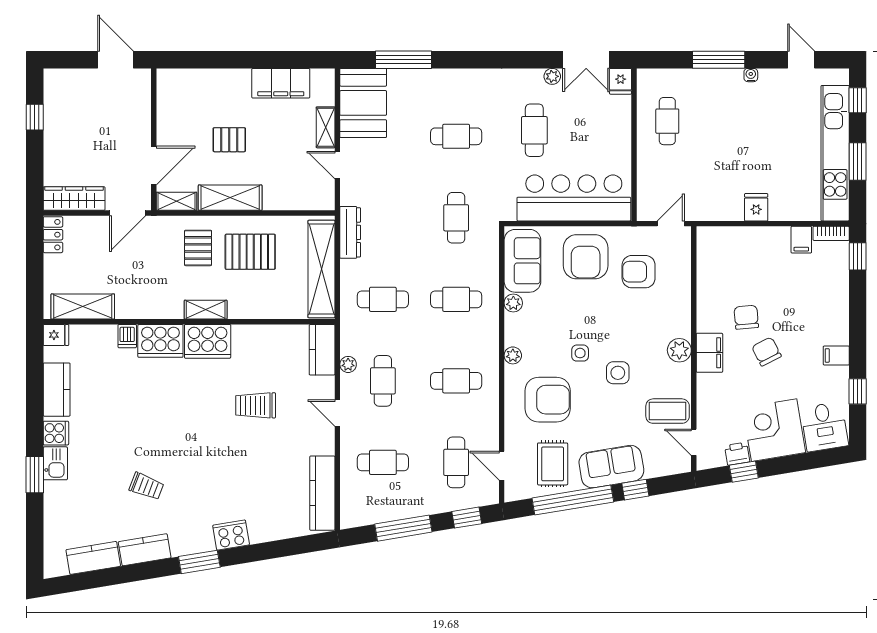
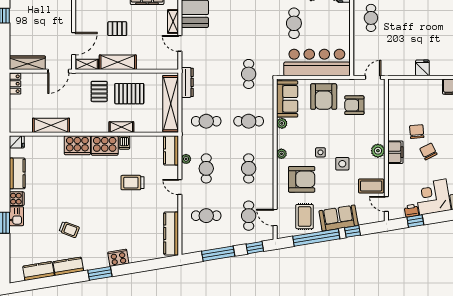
cafe table: (456, 136) -> (249, 27), removed
shelving: (83, 307) -> (51, 125), moved
shelving: (206, 310) -> (121, 127), moved
dishwasher: (127, 336) -> (124, 143), moved
cafe table: (456, 381) -> (249, 168), turned 90

